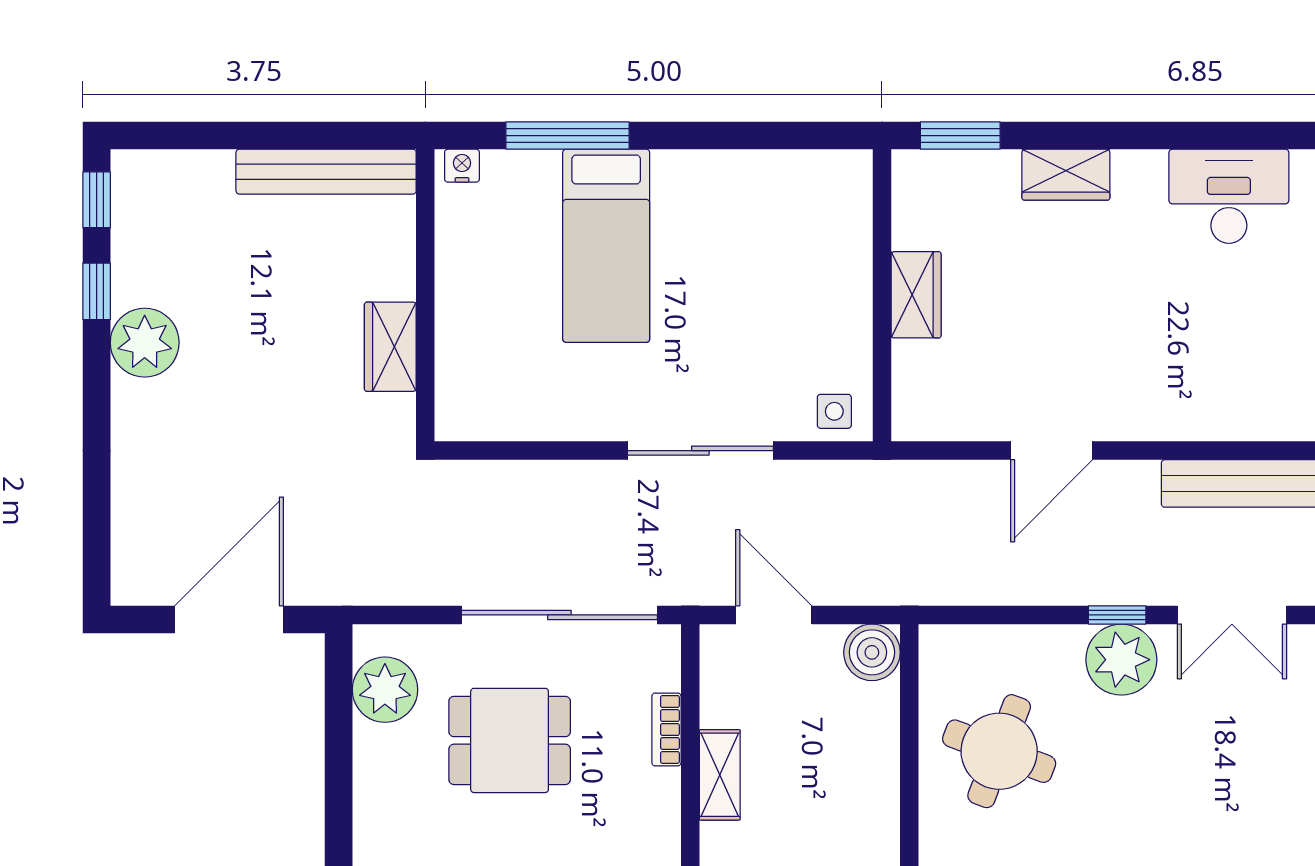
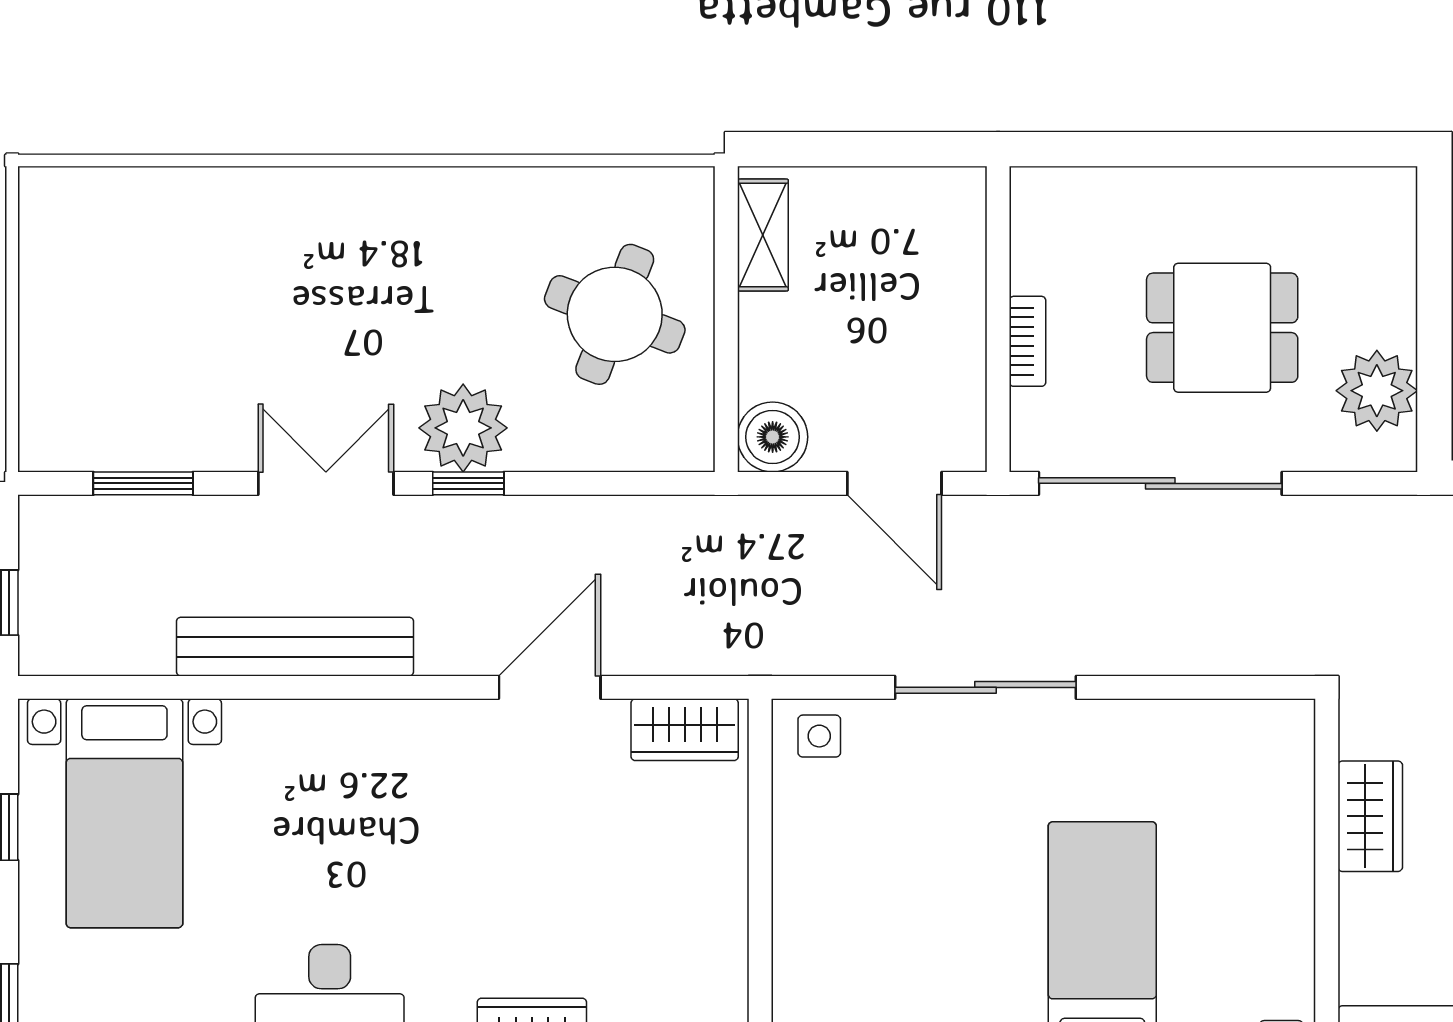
wardrobe: (916, 295) -> (685, 730), moved, turned -90
shelving: (720, 775) -> (763, 235), moved

